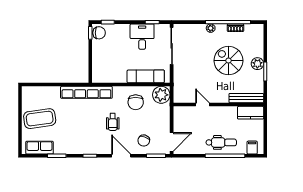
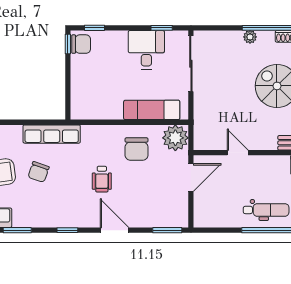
row of seats: (86, 92) -> (52, 134), width x0.73
chair: (144, 141) -> (39, 172), moved
door: (172, 142) -> (191, 178), moved

